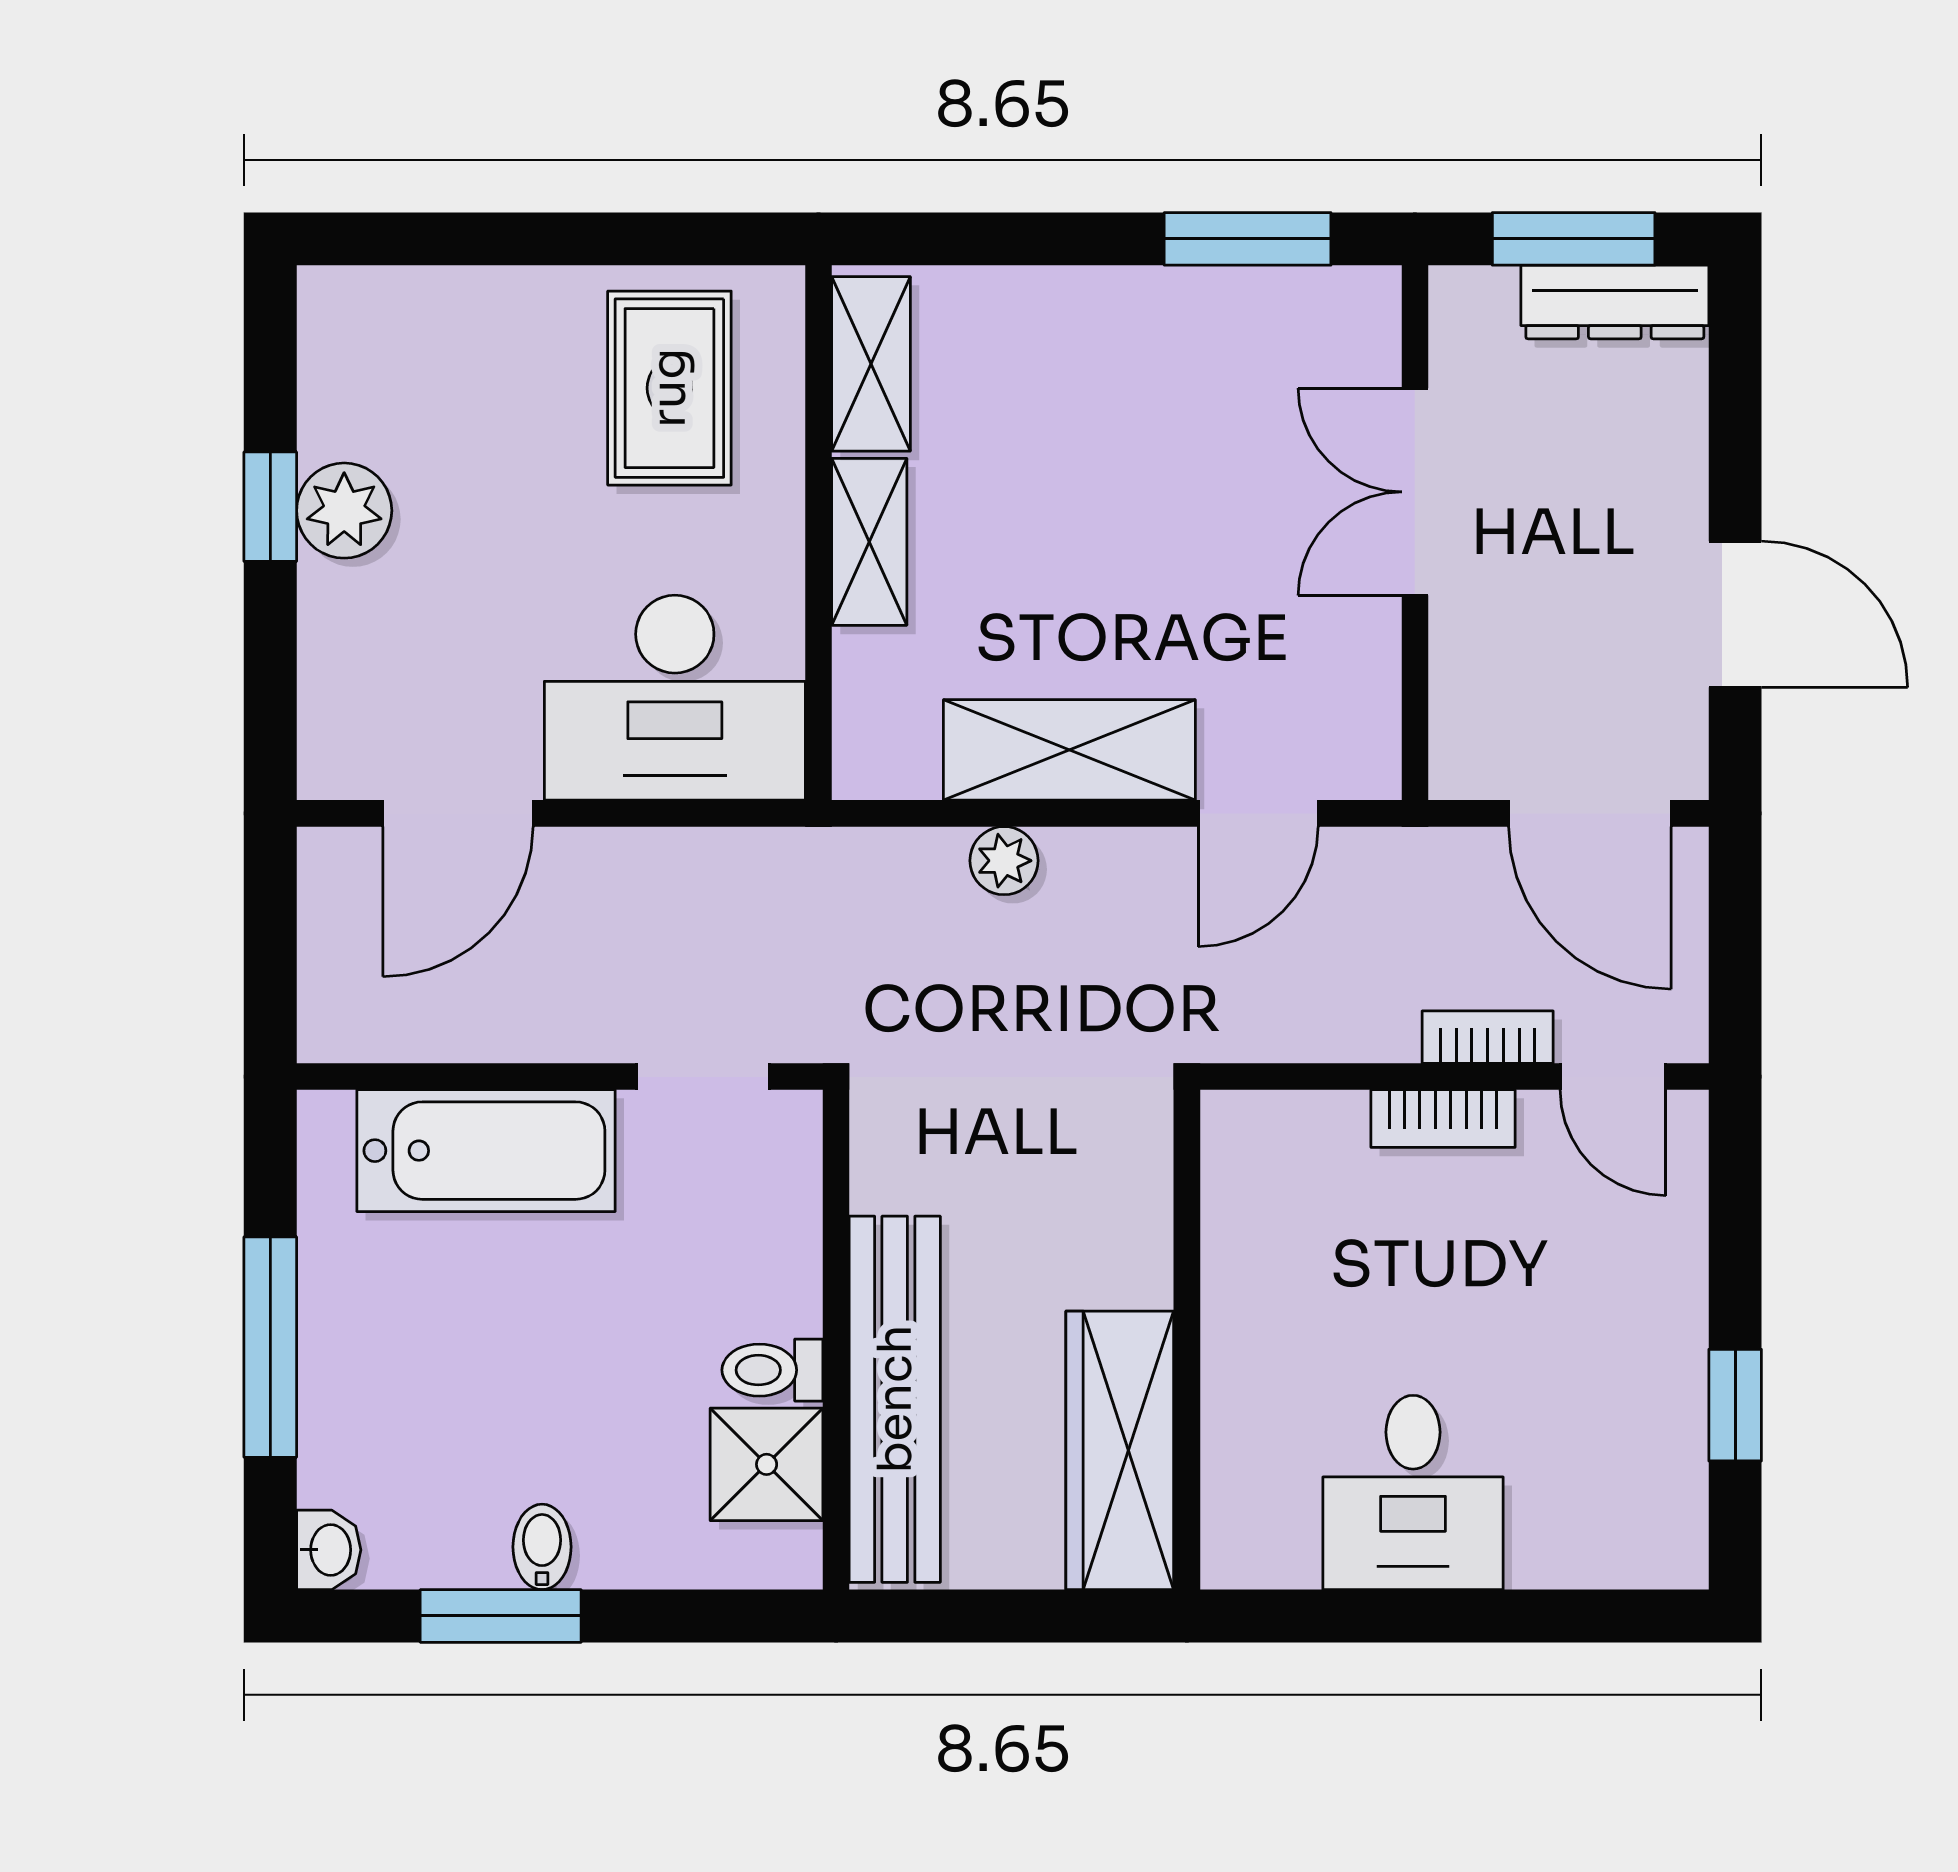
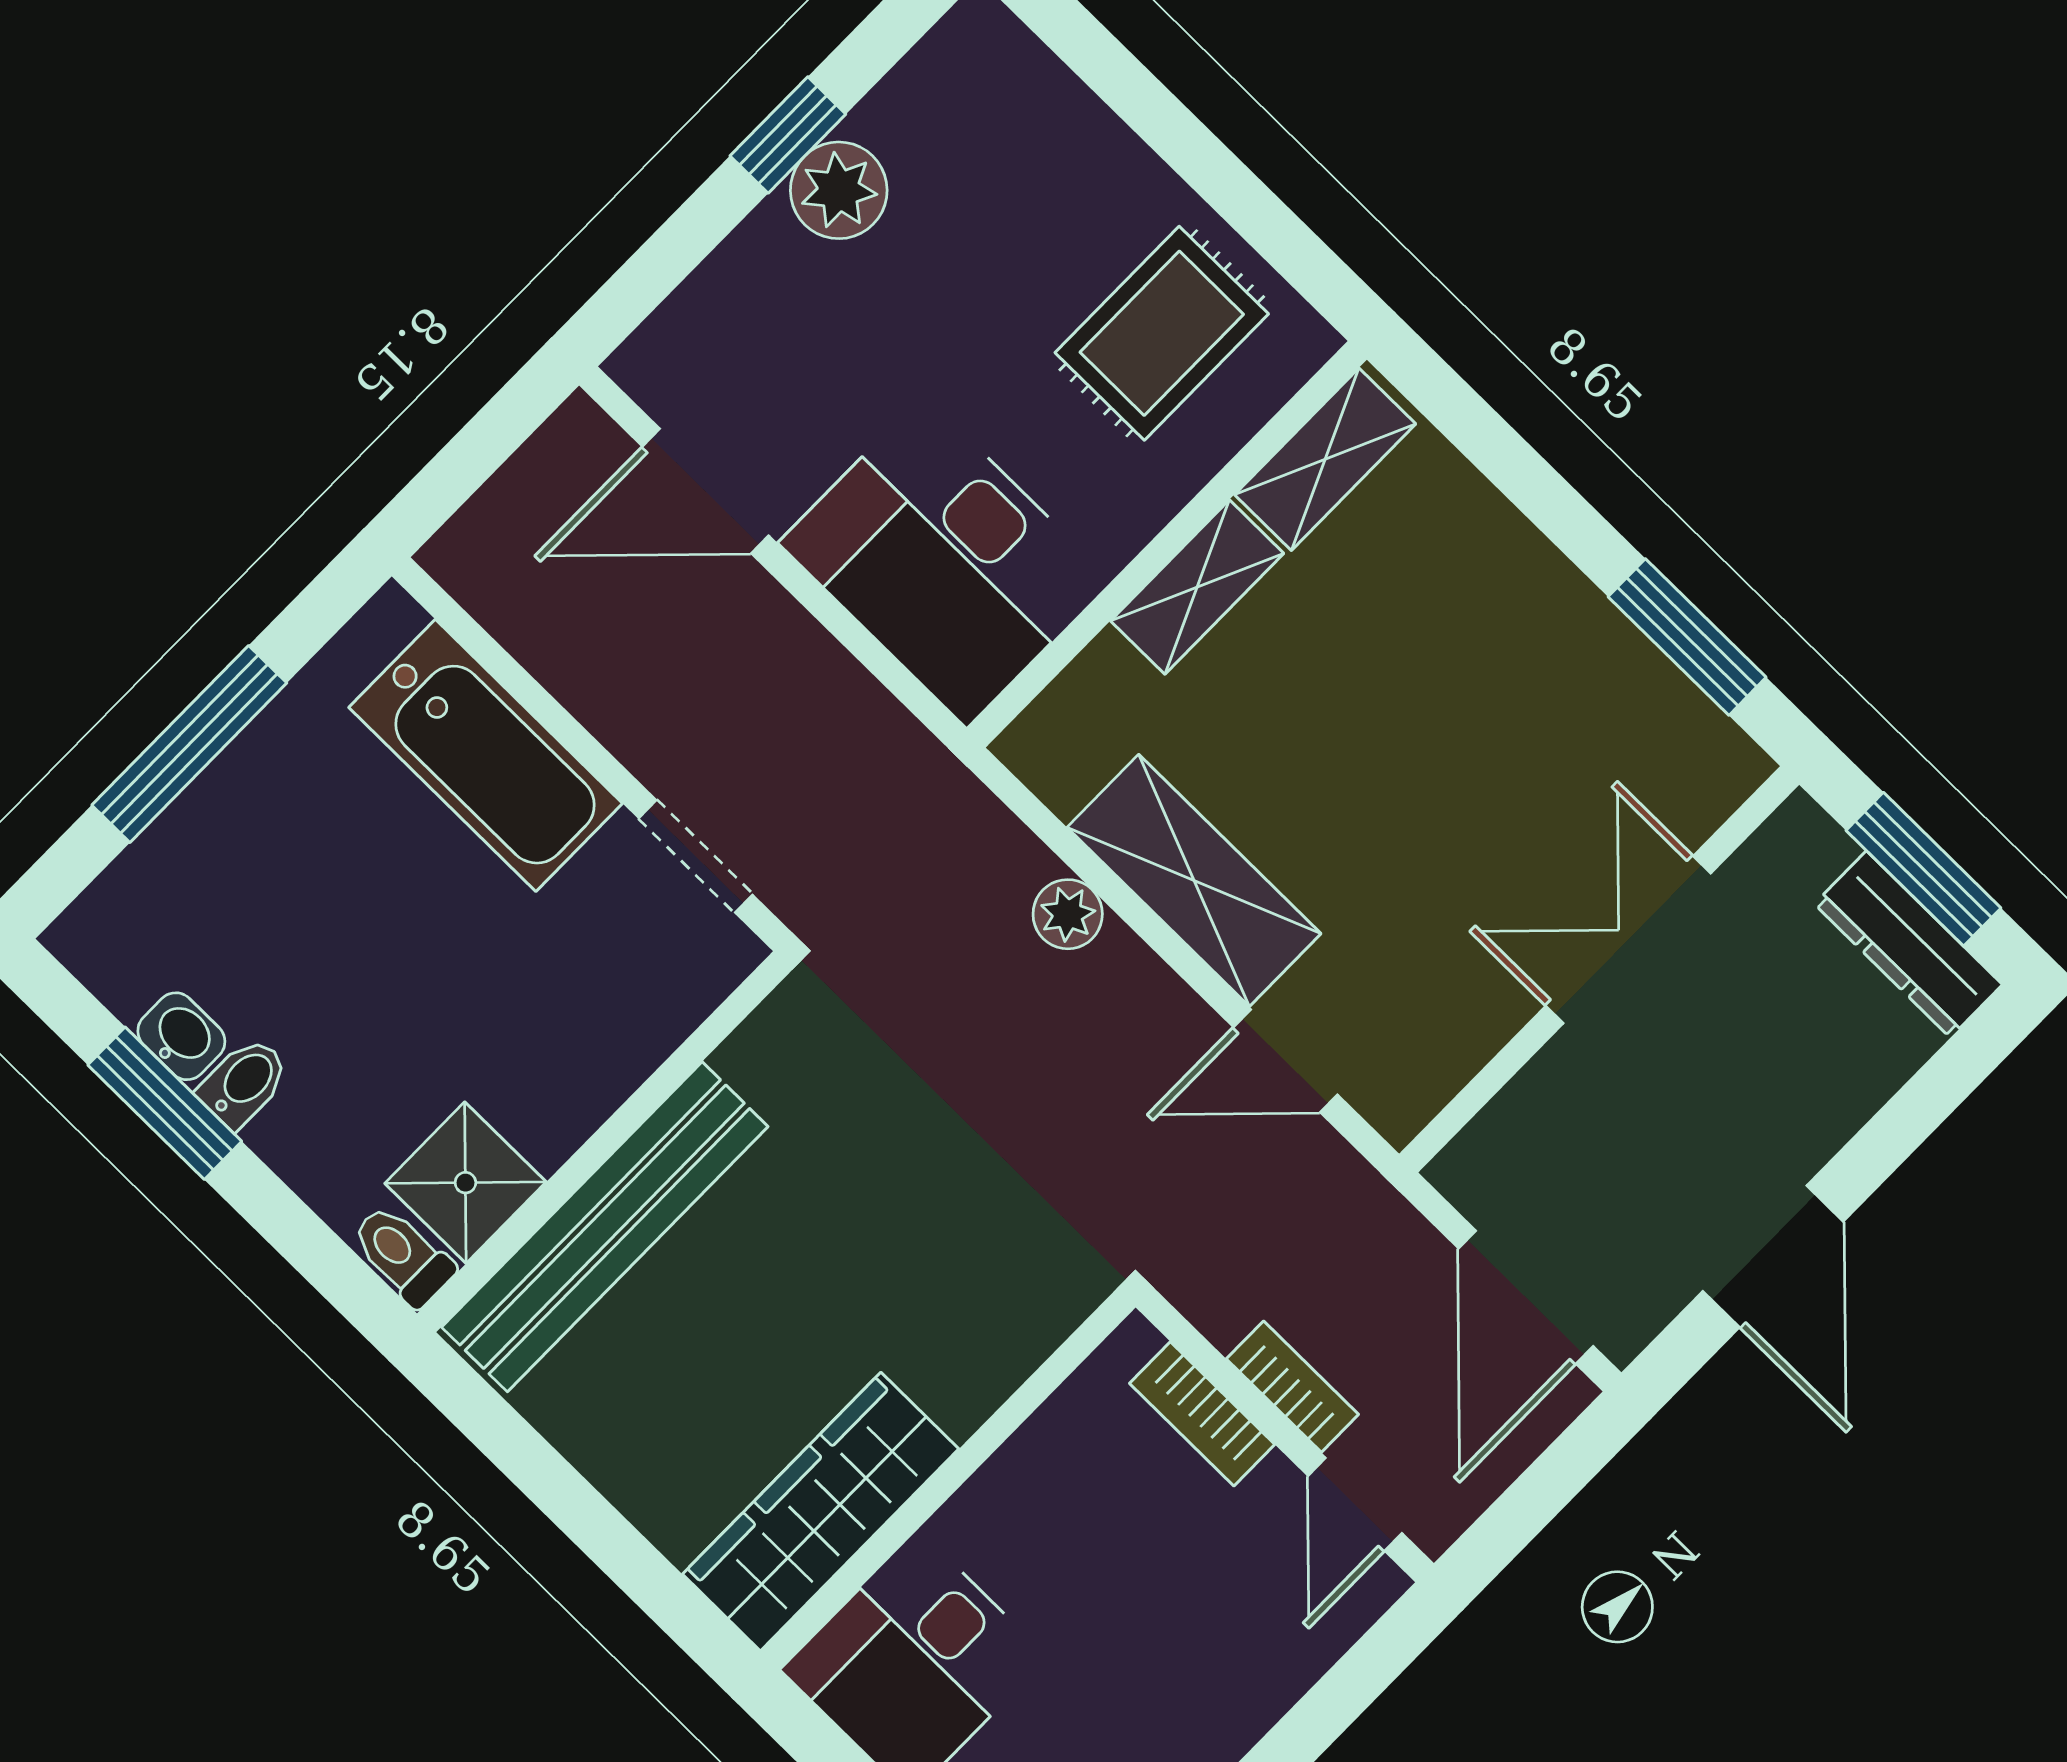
wall: (1187, 1340) -> (948, 1479), moved
toilet: (772, 1370) -> (403, 1255), moved
wardrobe: (1120, 1450) -> (821, 1512), moved
washbasin: (329, 1550) -> (181, 1036), moved, turned -90

